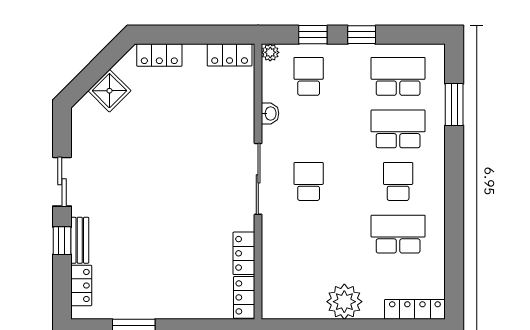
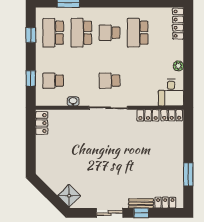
window: (362, 35) -> (31, 35), moved
plant: (270, 52) -> (40, 101), removed
locker: (159, 55) -> (42, 161), removed
shower: (109, 91) -> (69, 196), moved
desk: (286, 296) -> (171, 93), added
plant: (344, 302) -> (178, 66), width x0.53, depth x0.53

